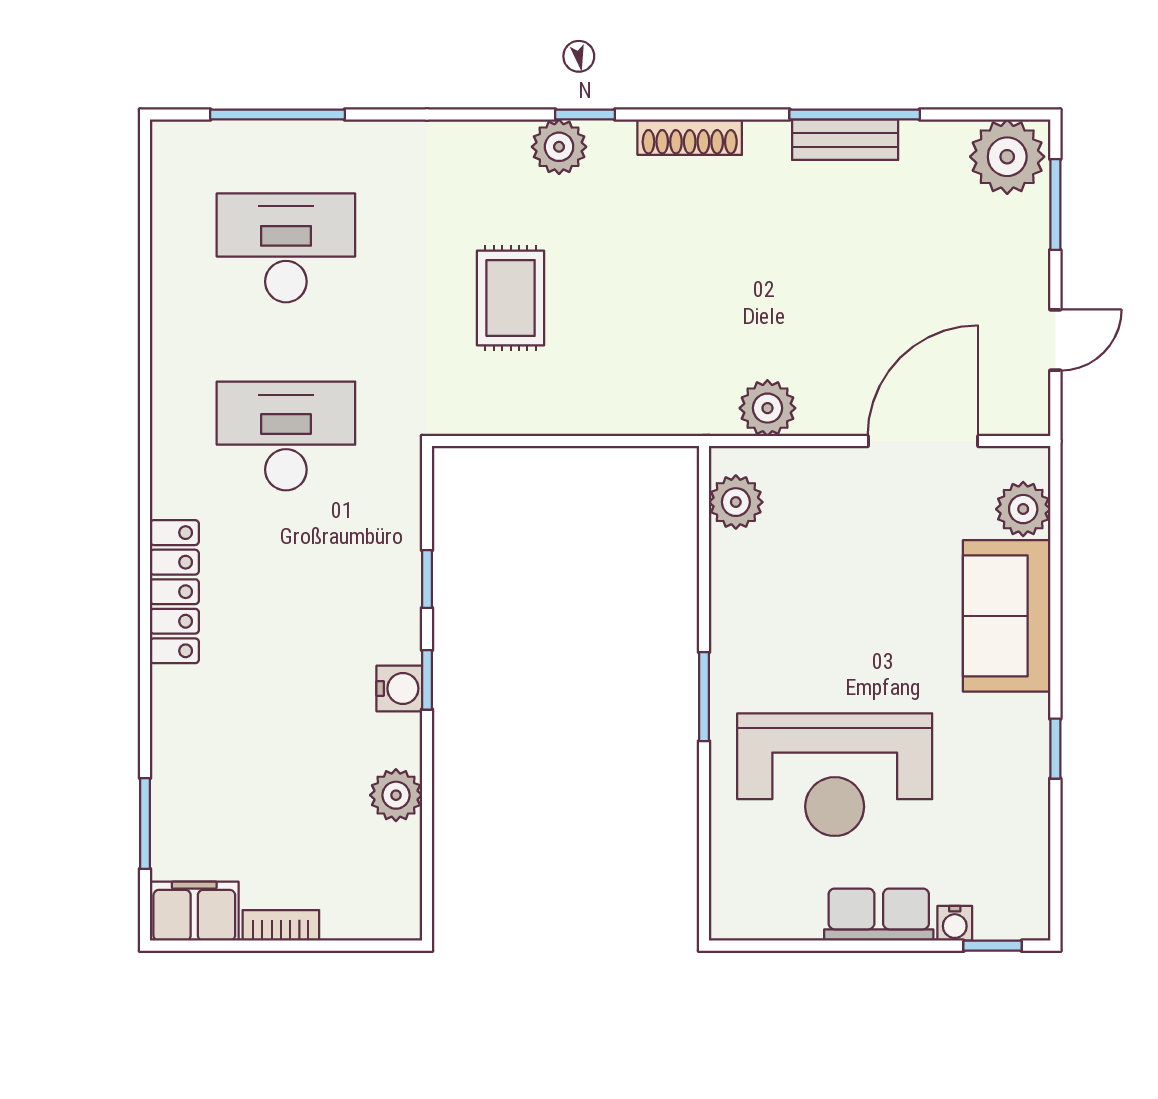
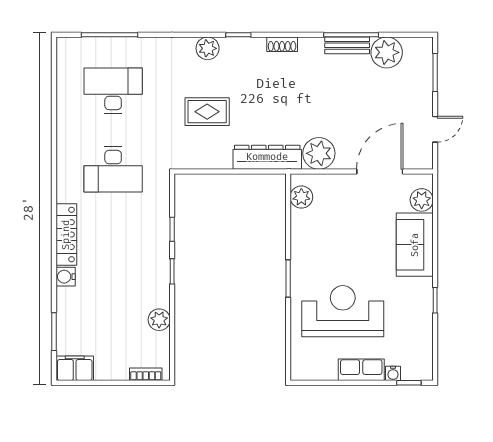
shoe rack: (690, 137) -> (282, 44), width x0.70
plant: (559, 147) -> (208, 48), moved
plant: (1007, 157) -> (387, 52), moved
rug: (511, 298) -> (207, 112), turned 90
dresser: (654, 407) -> (267, 157), added
plant: (767, 408) -> (319, 153), width x1.36, depth x1.36
desk: (286, 436) -> (113, 169), turned 180
water cooler: (399, 688) -> (66, 277), moved, turned 180
reception desk: (835, 775) -> (343, 311), turned 180
bookcase: (281, 925) -> (146, 374), moved

